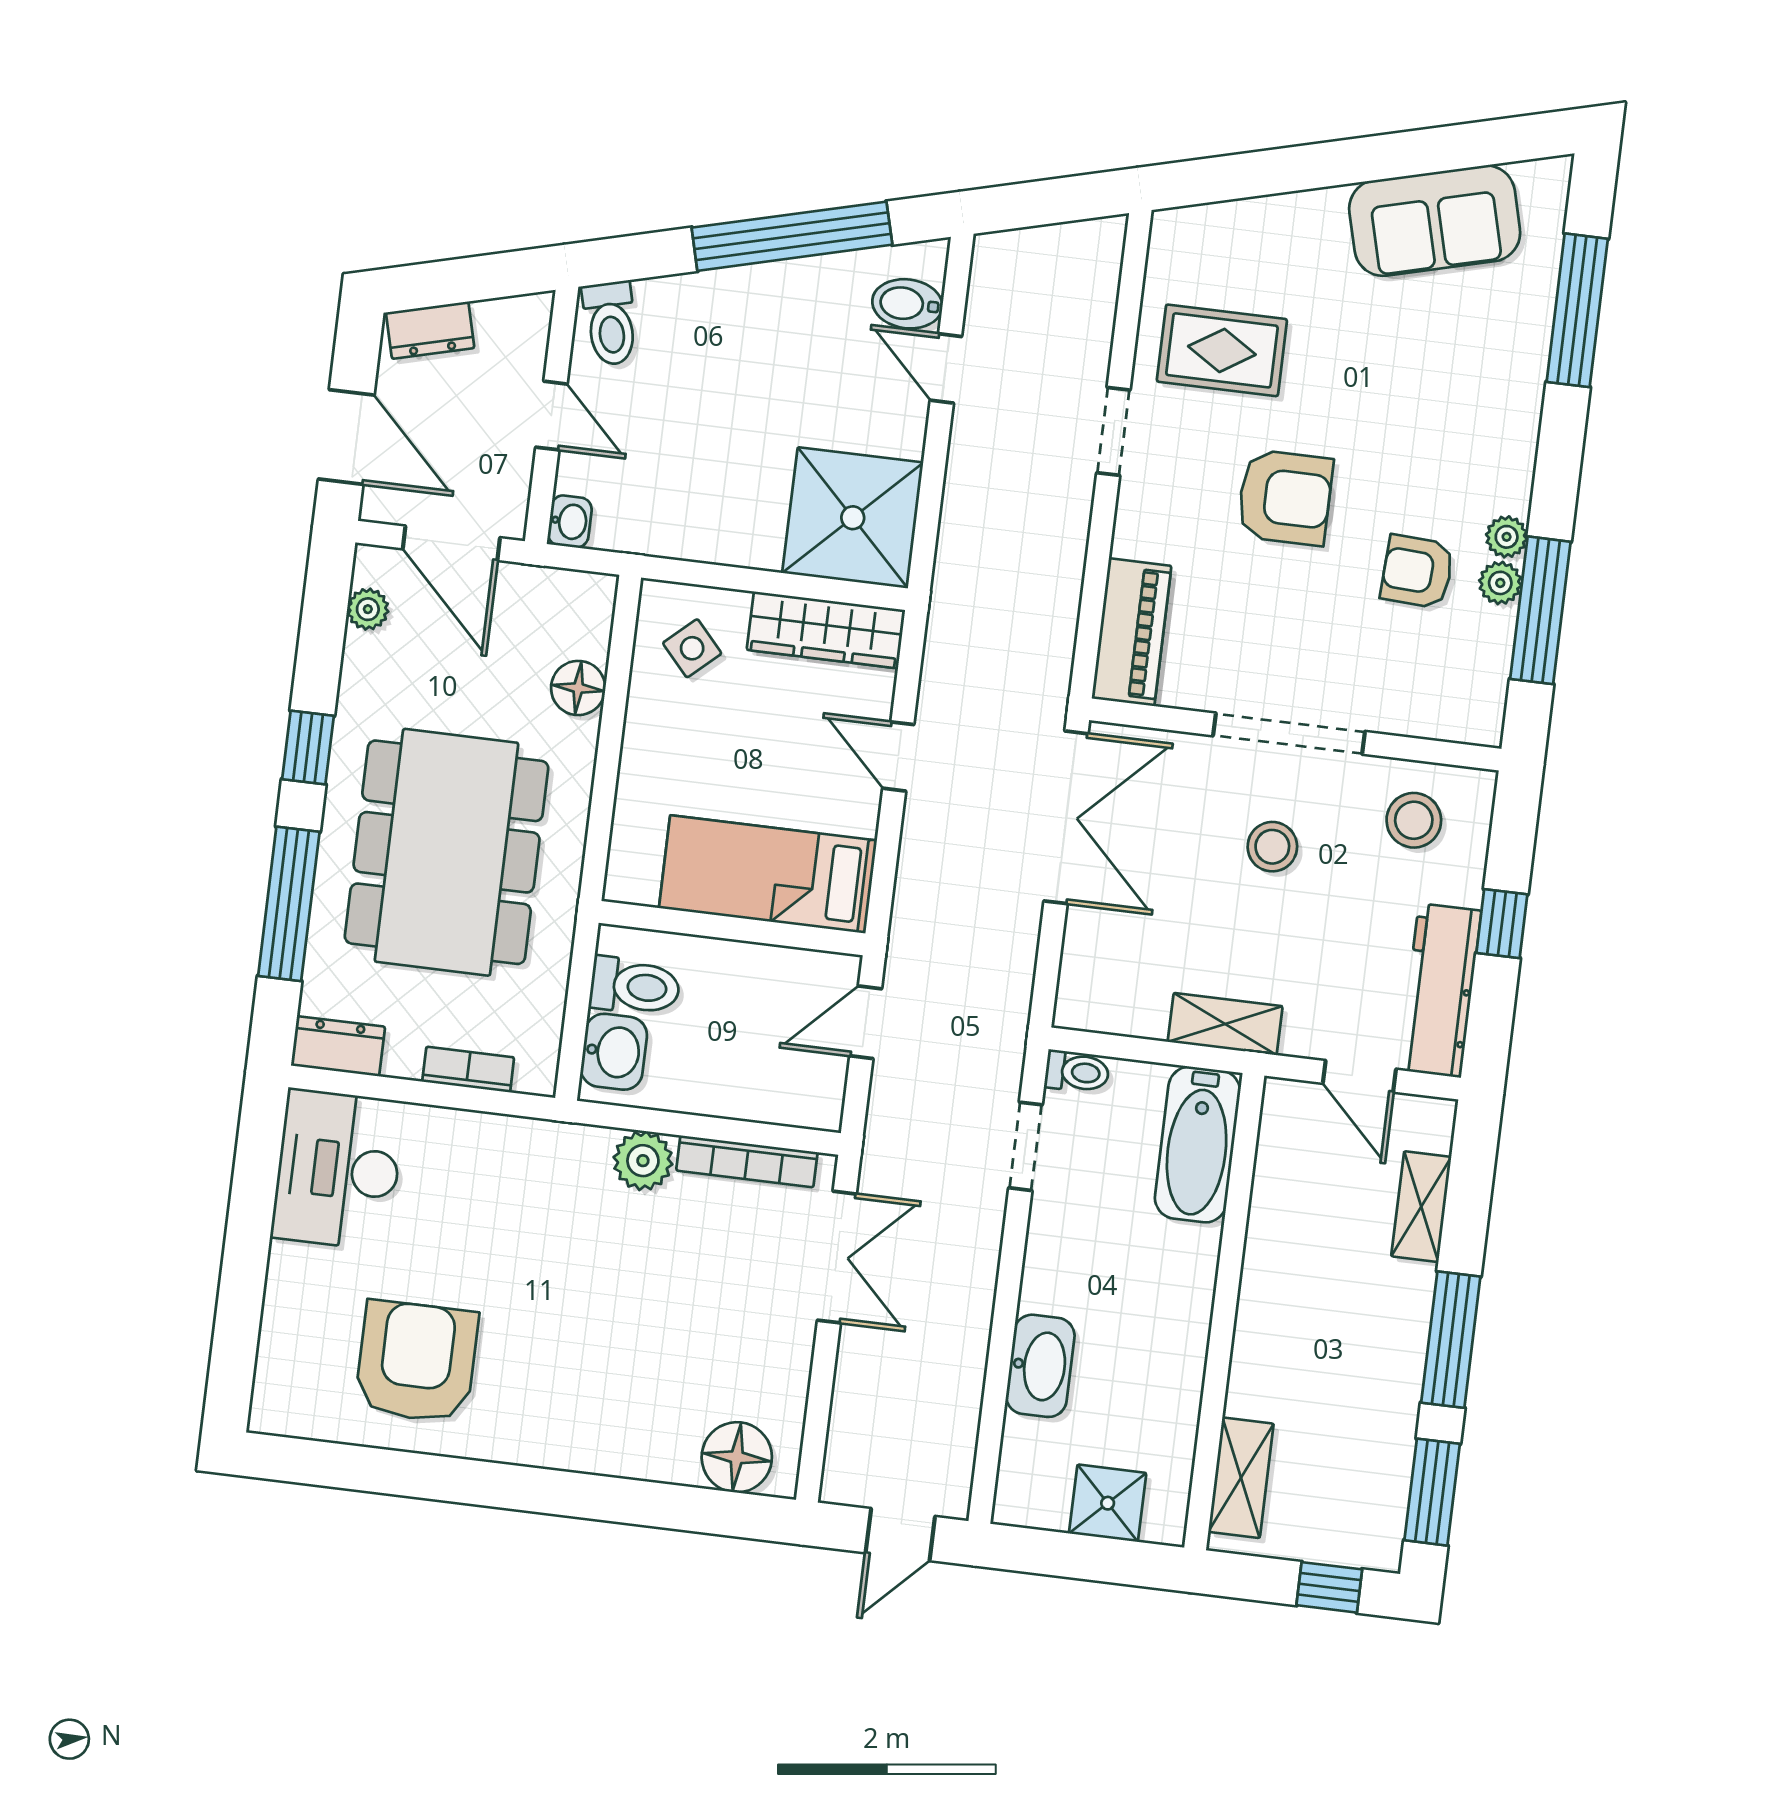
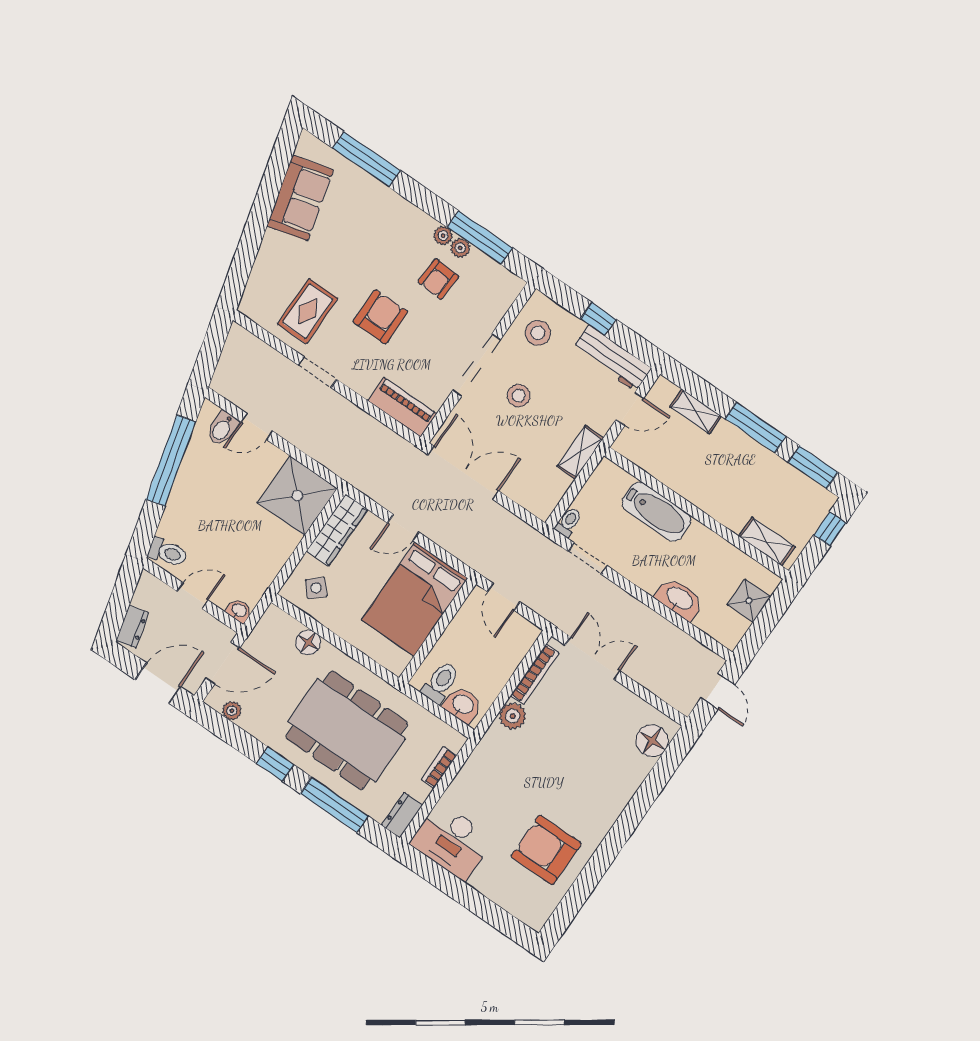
bed: (768, 874) -> (415, 599), width x1.50
bathtub: (1198, 1145) -> (656, 512), moved

